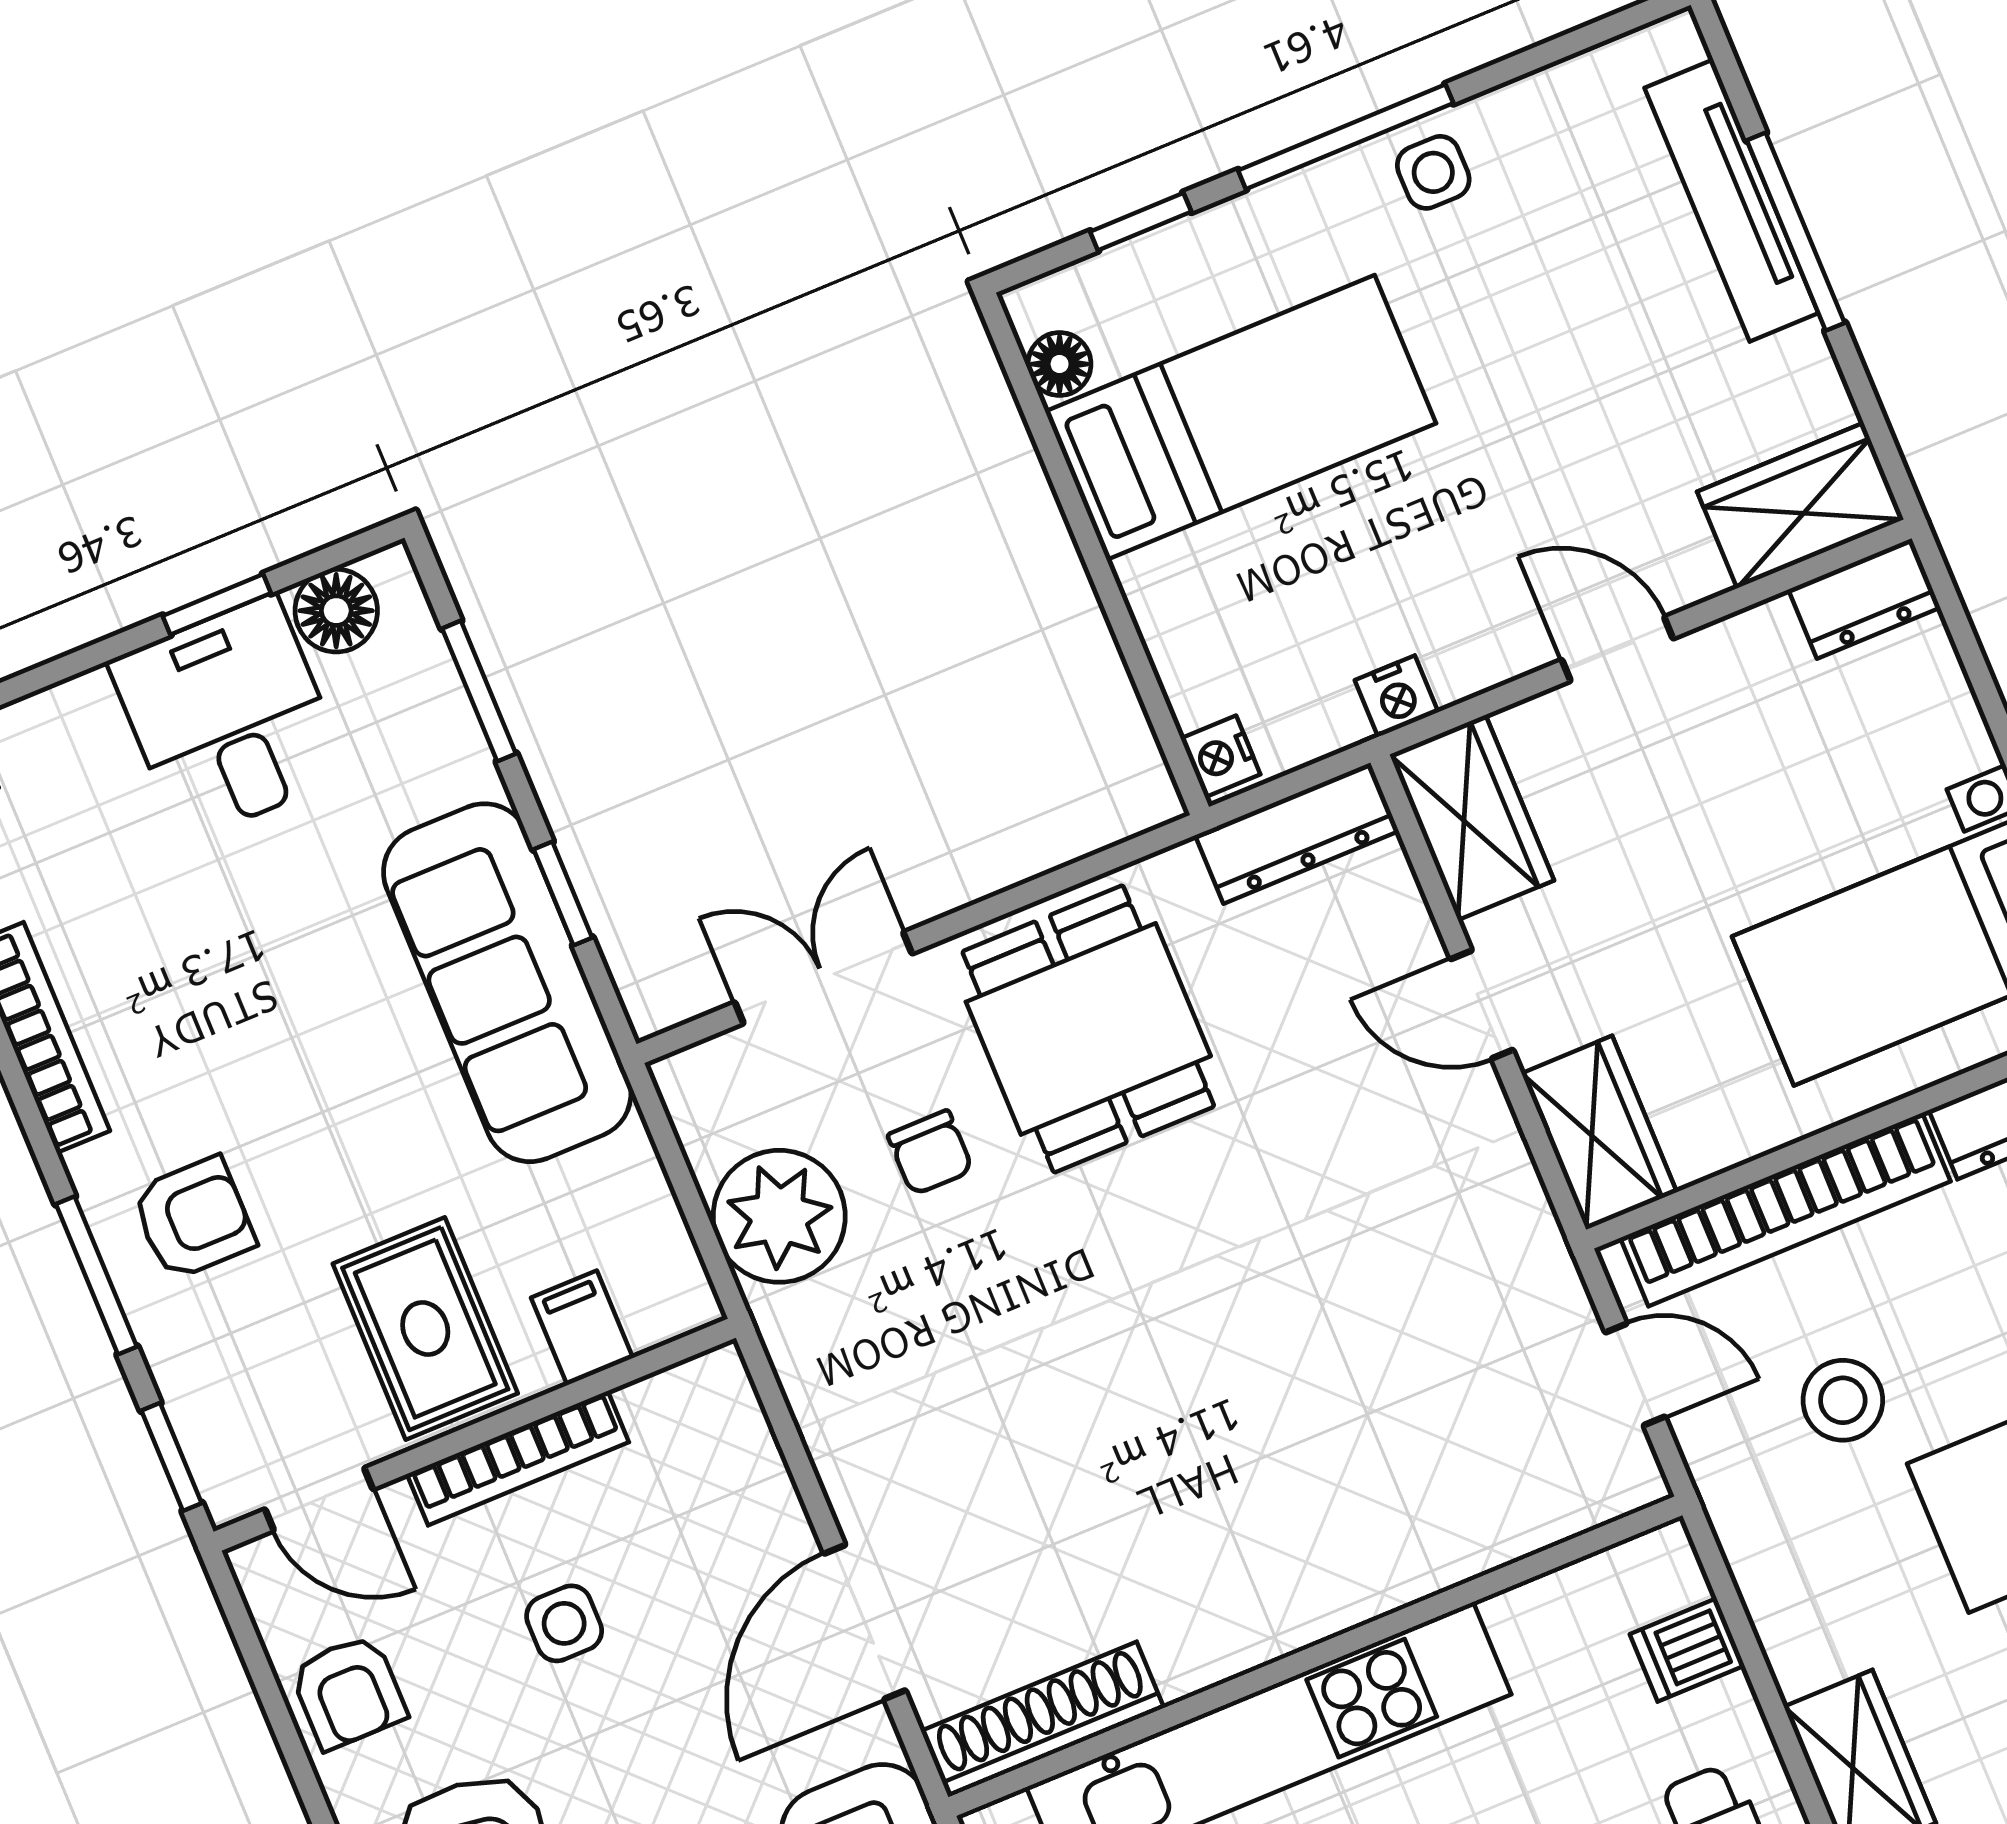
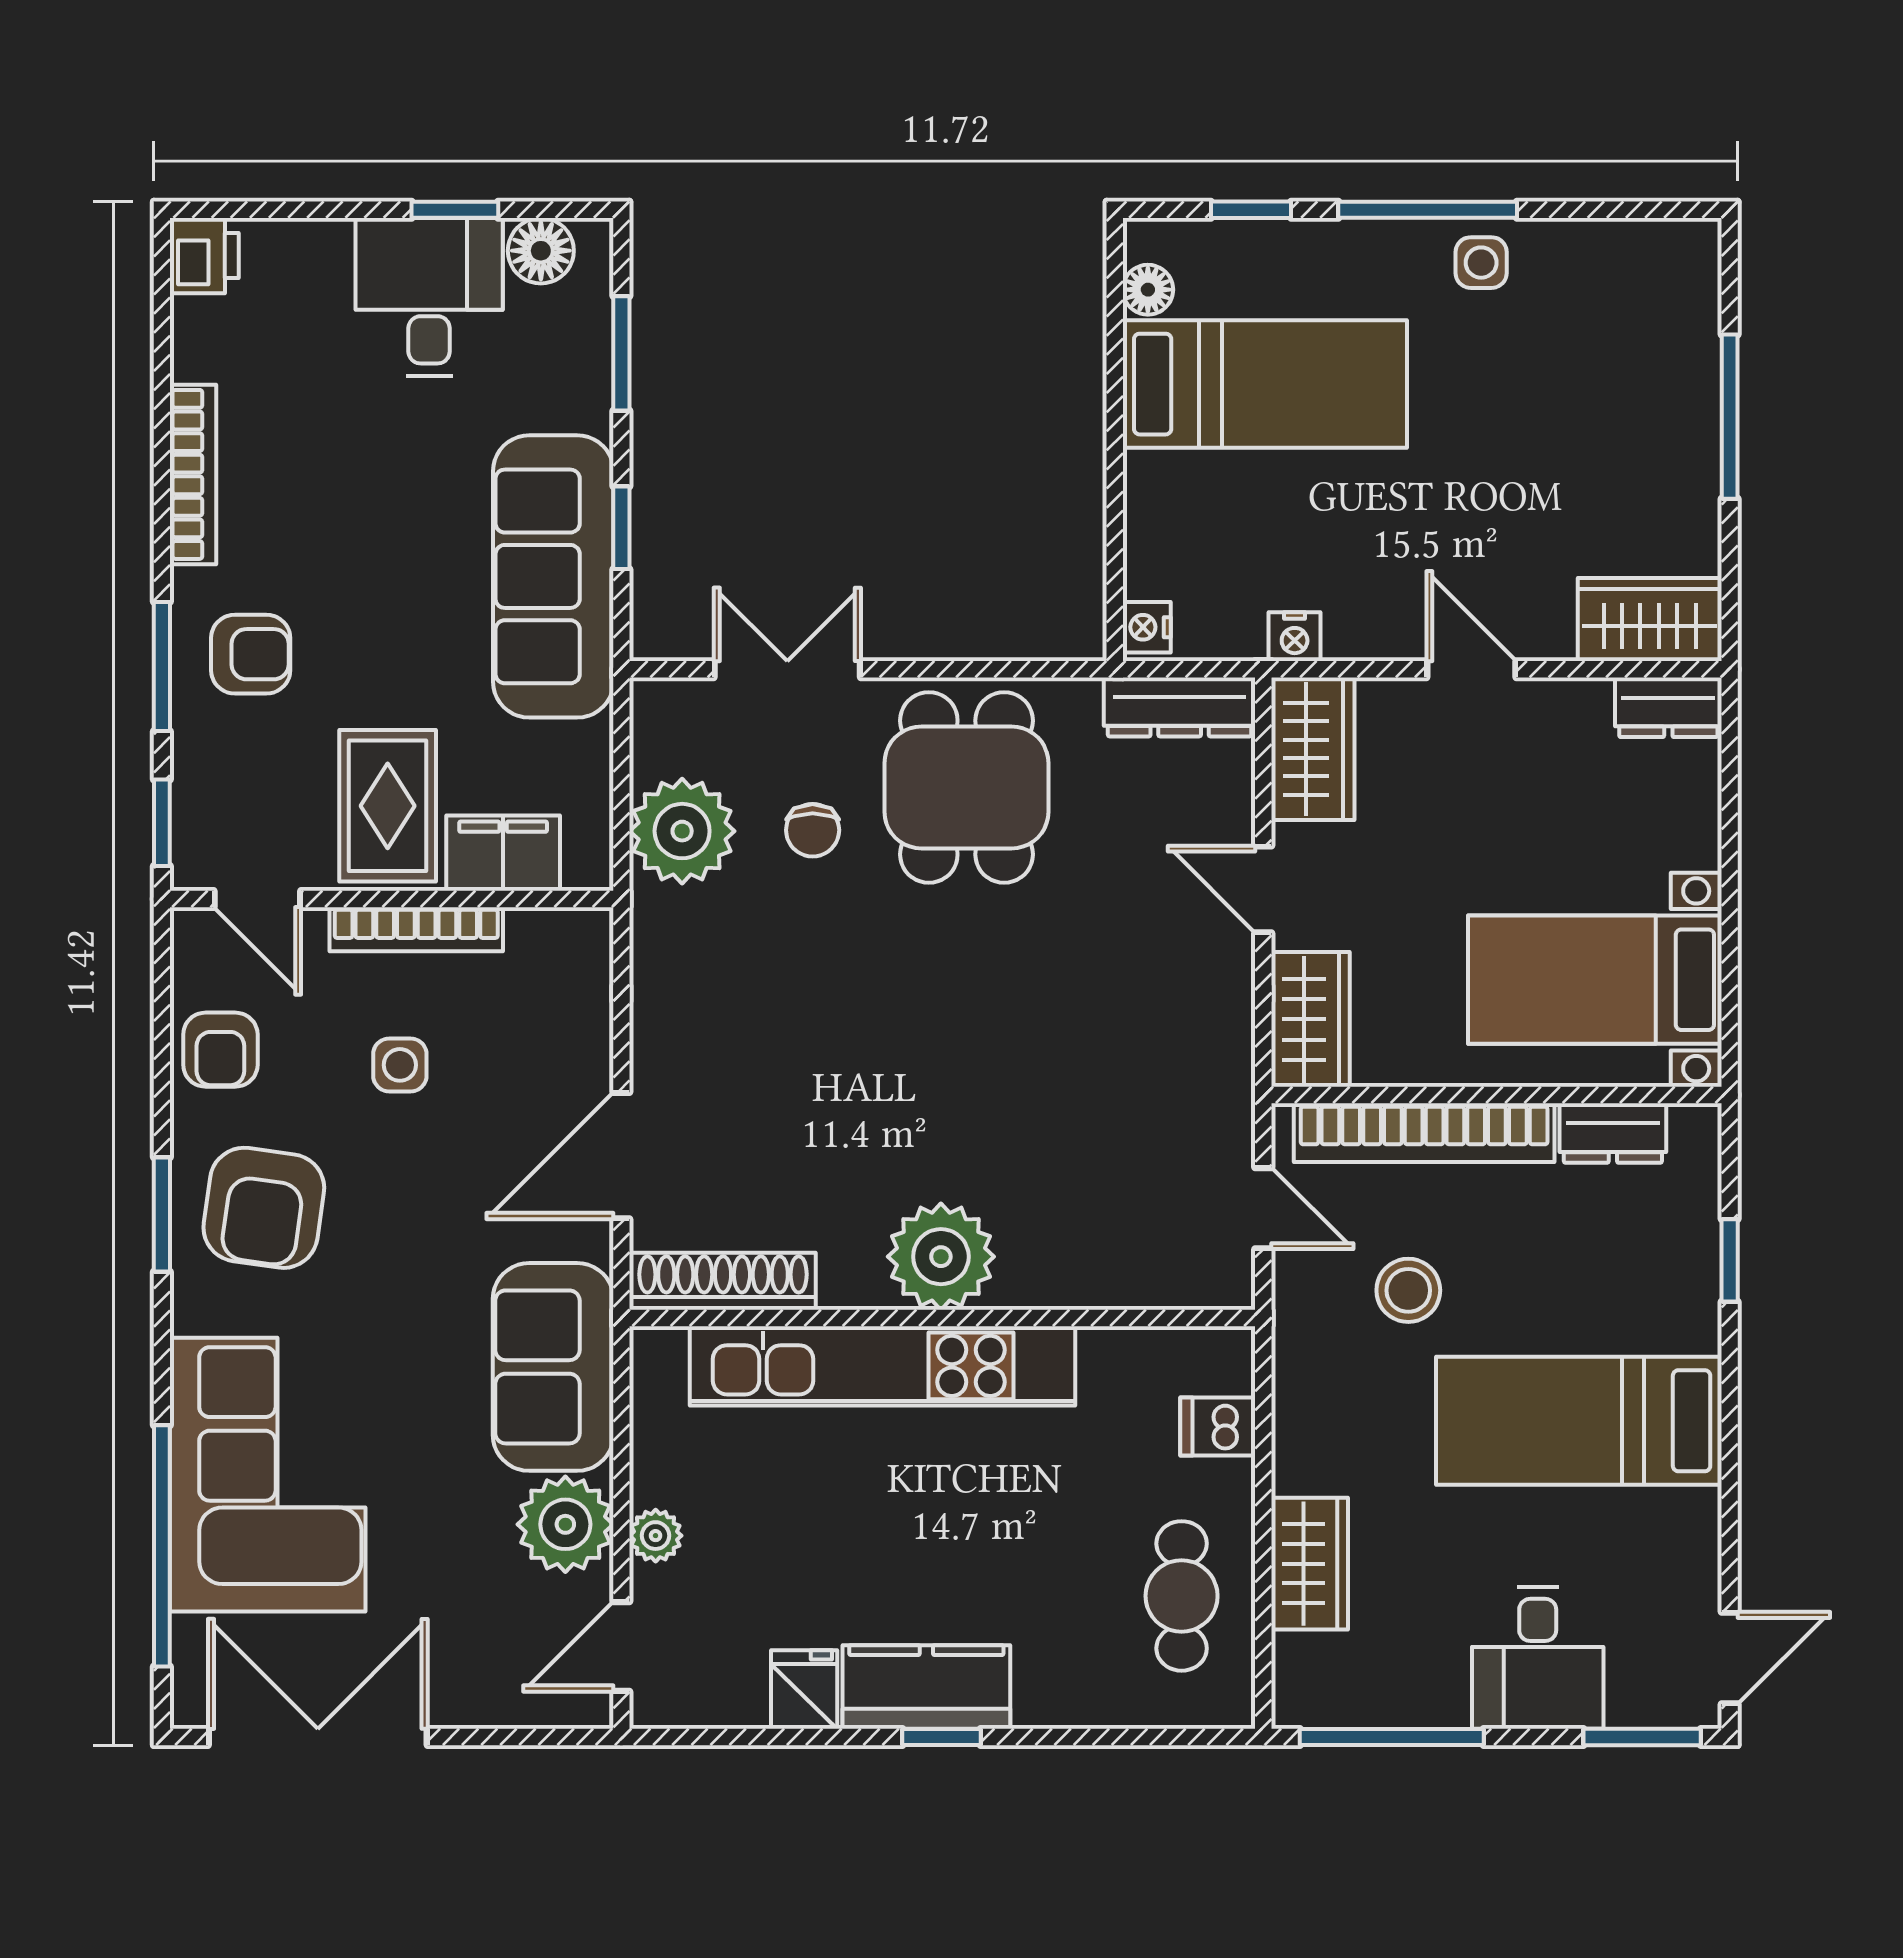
tv unit: (1731, 200) -> (1692, 374), removed
filing cabinet: (582, 1328) -> (503, 853), width x2.00
plant: (1284, 1586) -> (941, 1257), added

